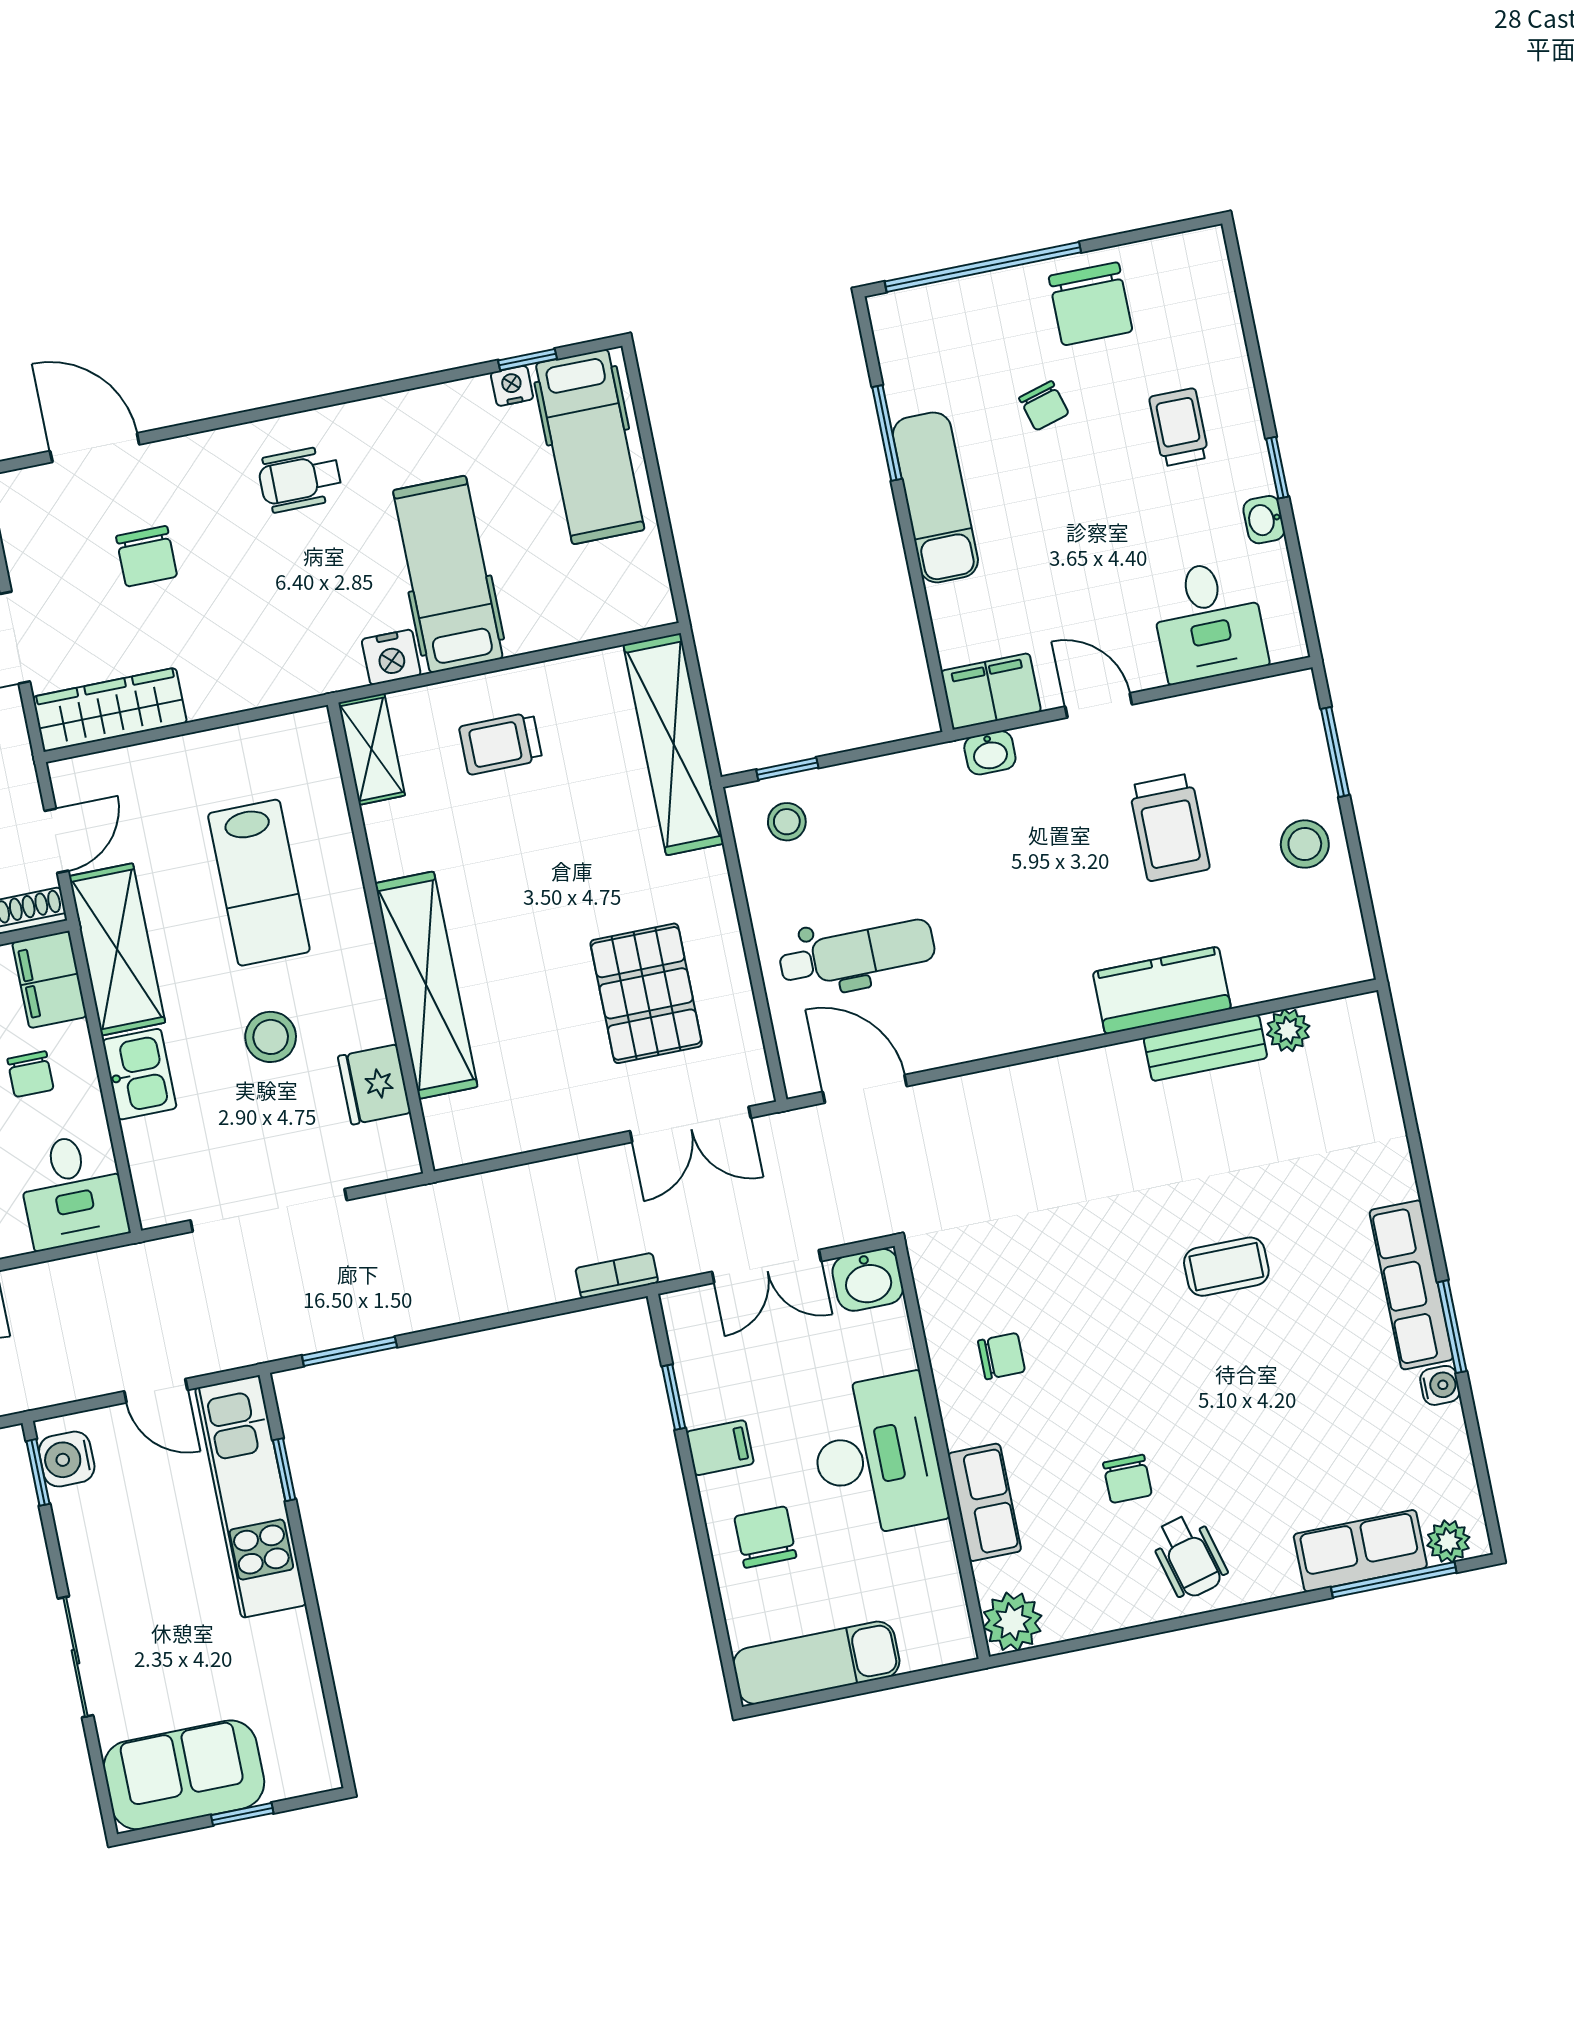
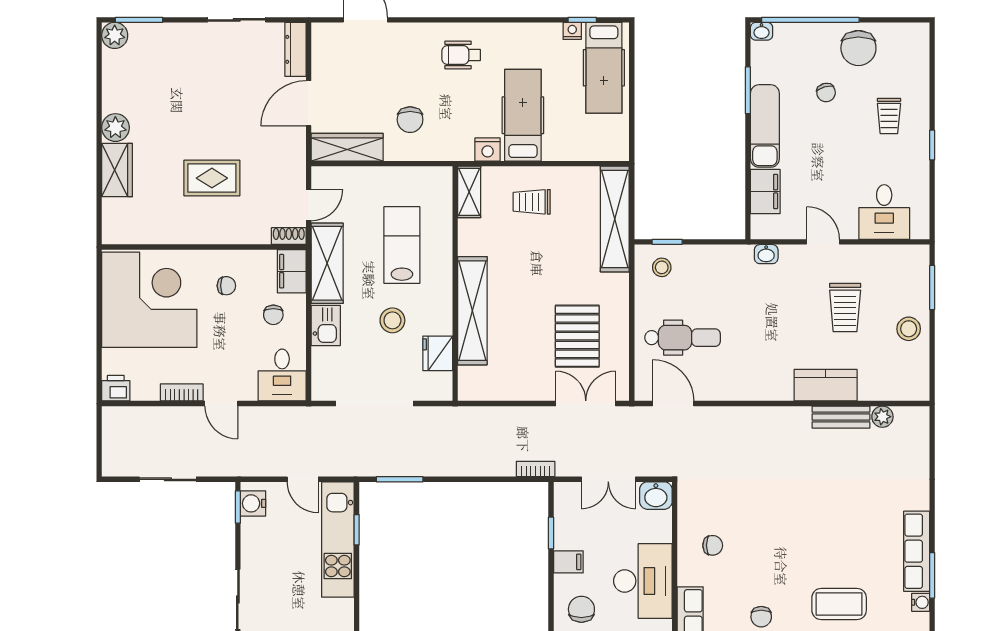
trolley: (1179, 427) -> (889, 116), turned 180
washbasin: (1264, 520) -> (762, 31), moved, turned -90
chair: (147, 556) -> (410, 120), moved
filing cabinet: (991, 691) -> (765, 191), moved, turned 90
lab bench: (259, 883) -> (402, 245), turned 180
double door: (690, 1124) -> (586, 404), swing flipped
coffee table: (1226, 1267) -> (839, 604), moved, width x1.36, depth x1.30

